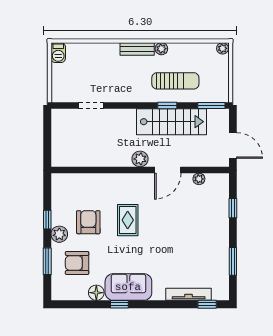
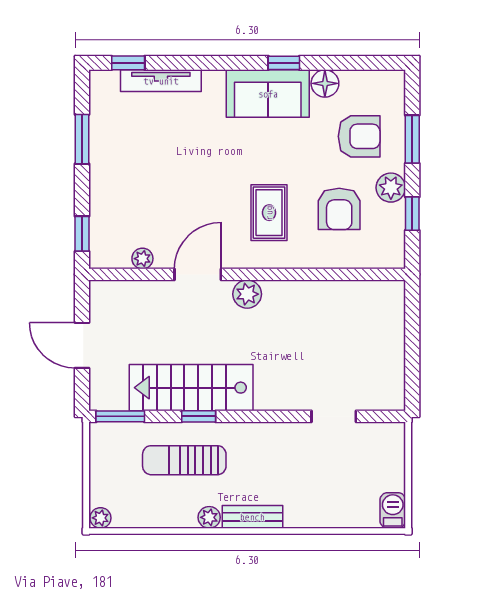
plant: (140, 159) -> (247, 294), moved
wall: (140, 170) -> (247, 274), moved
door: (168, 170) -> (198, 274), moved
plant: (199, 179) -> (142, 259), moved

